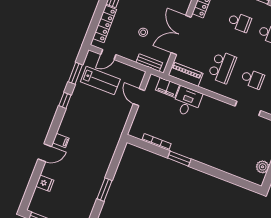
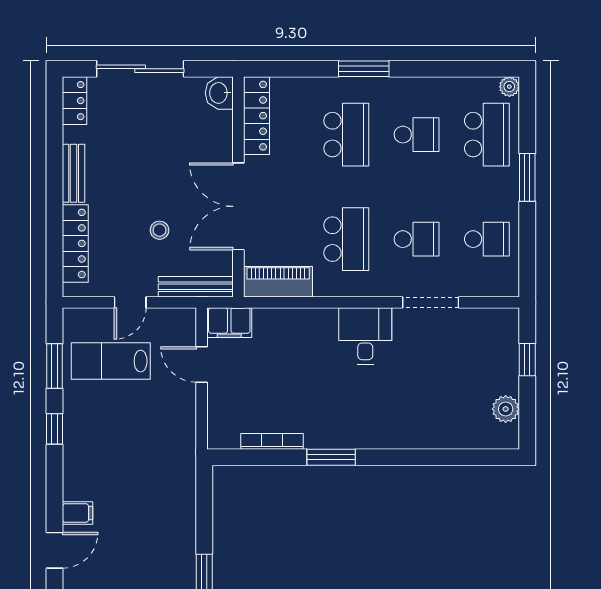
school desk: (239, 22) -> (346, 135), width x1.85
door: (108, 55) -> (130, 302), moved
bench: (149, 63) -> (196, 287), width x1.36
lab bench: (100, 81) -> (111, 361), turned 180
filing cabinet: (168, 87) -> (229, 323), moved
desk: (187, 102) -> (365, 336), moved

